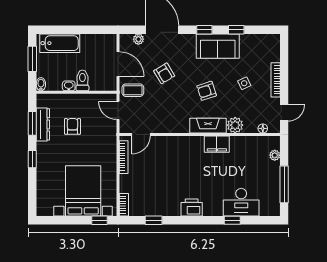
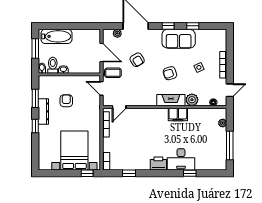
toilet: (82, 80) -> (53, 65), moved
dresser: (43, 124) -> (43, 111), moved
desk: (241, 202) -> (181, 159), moved

